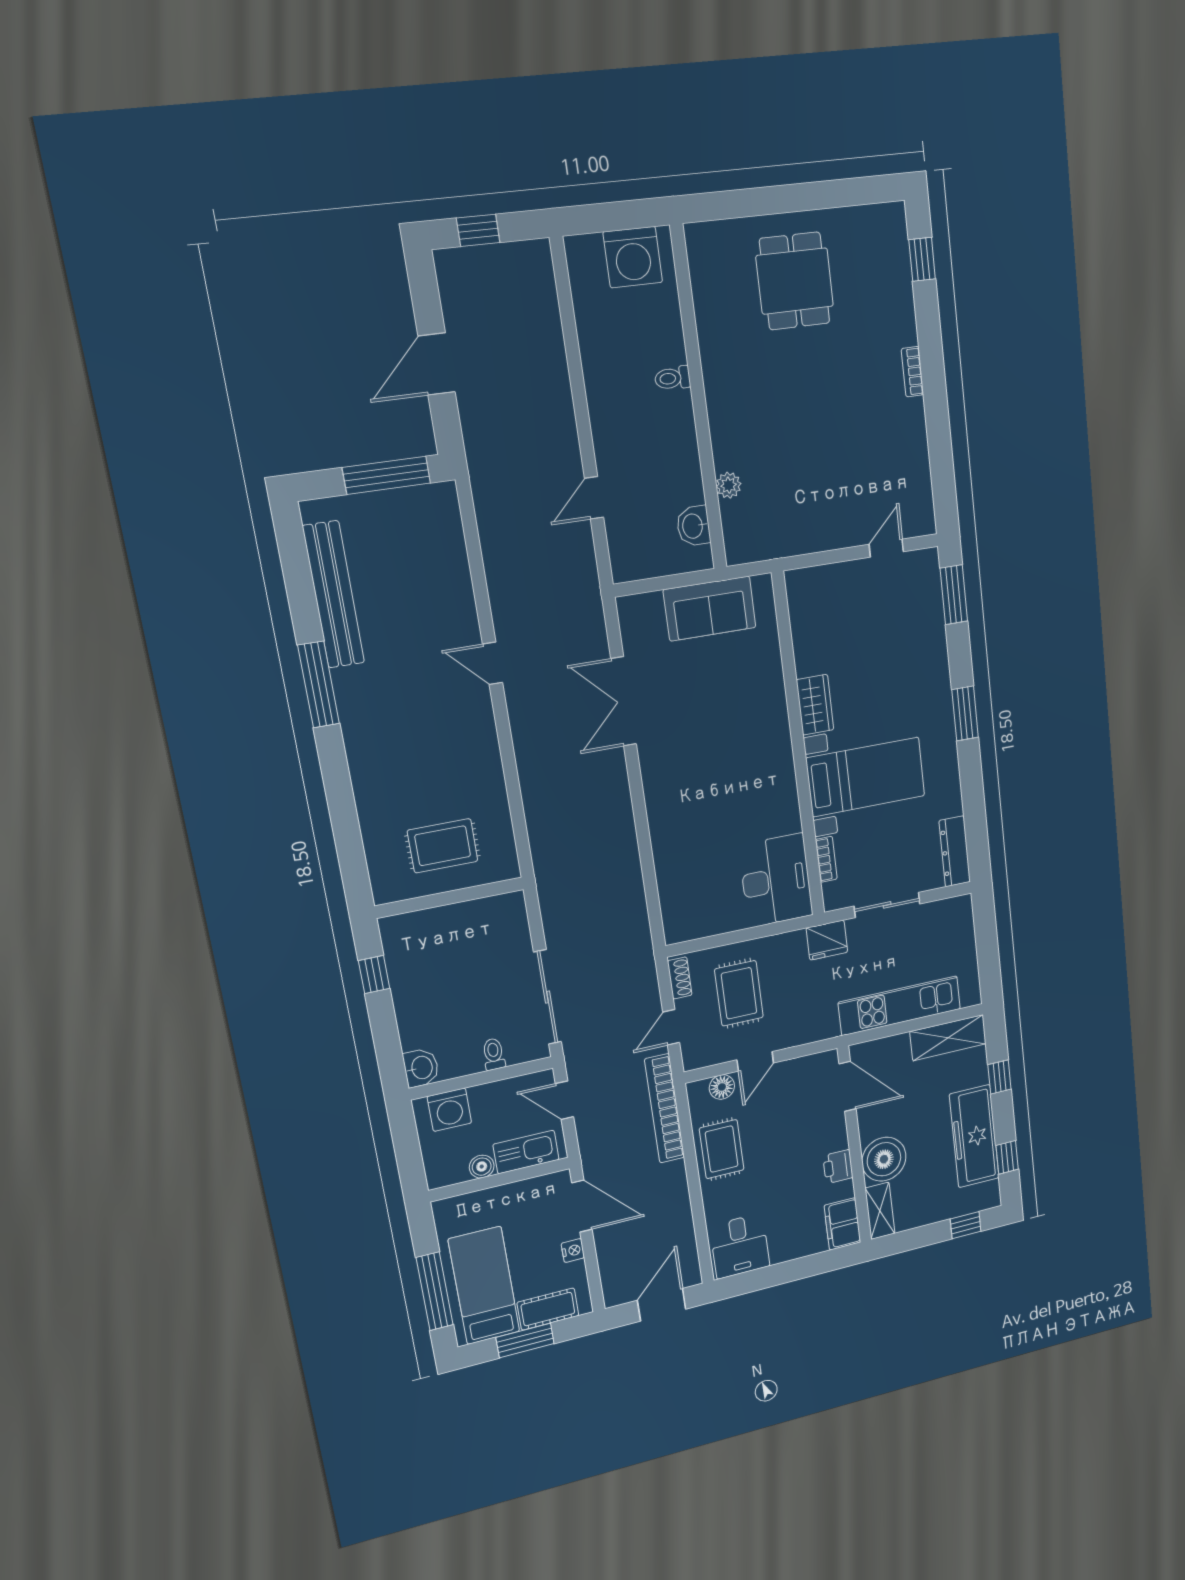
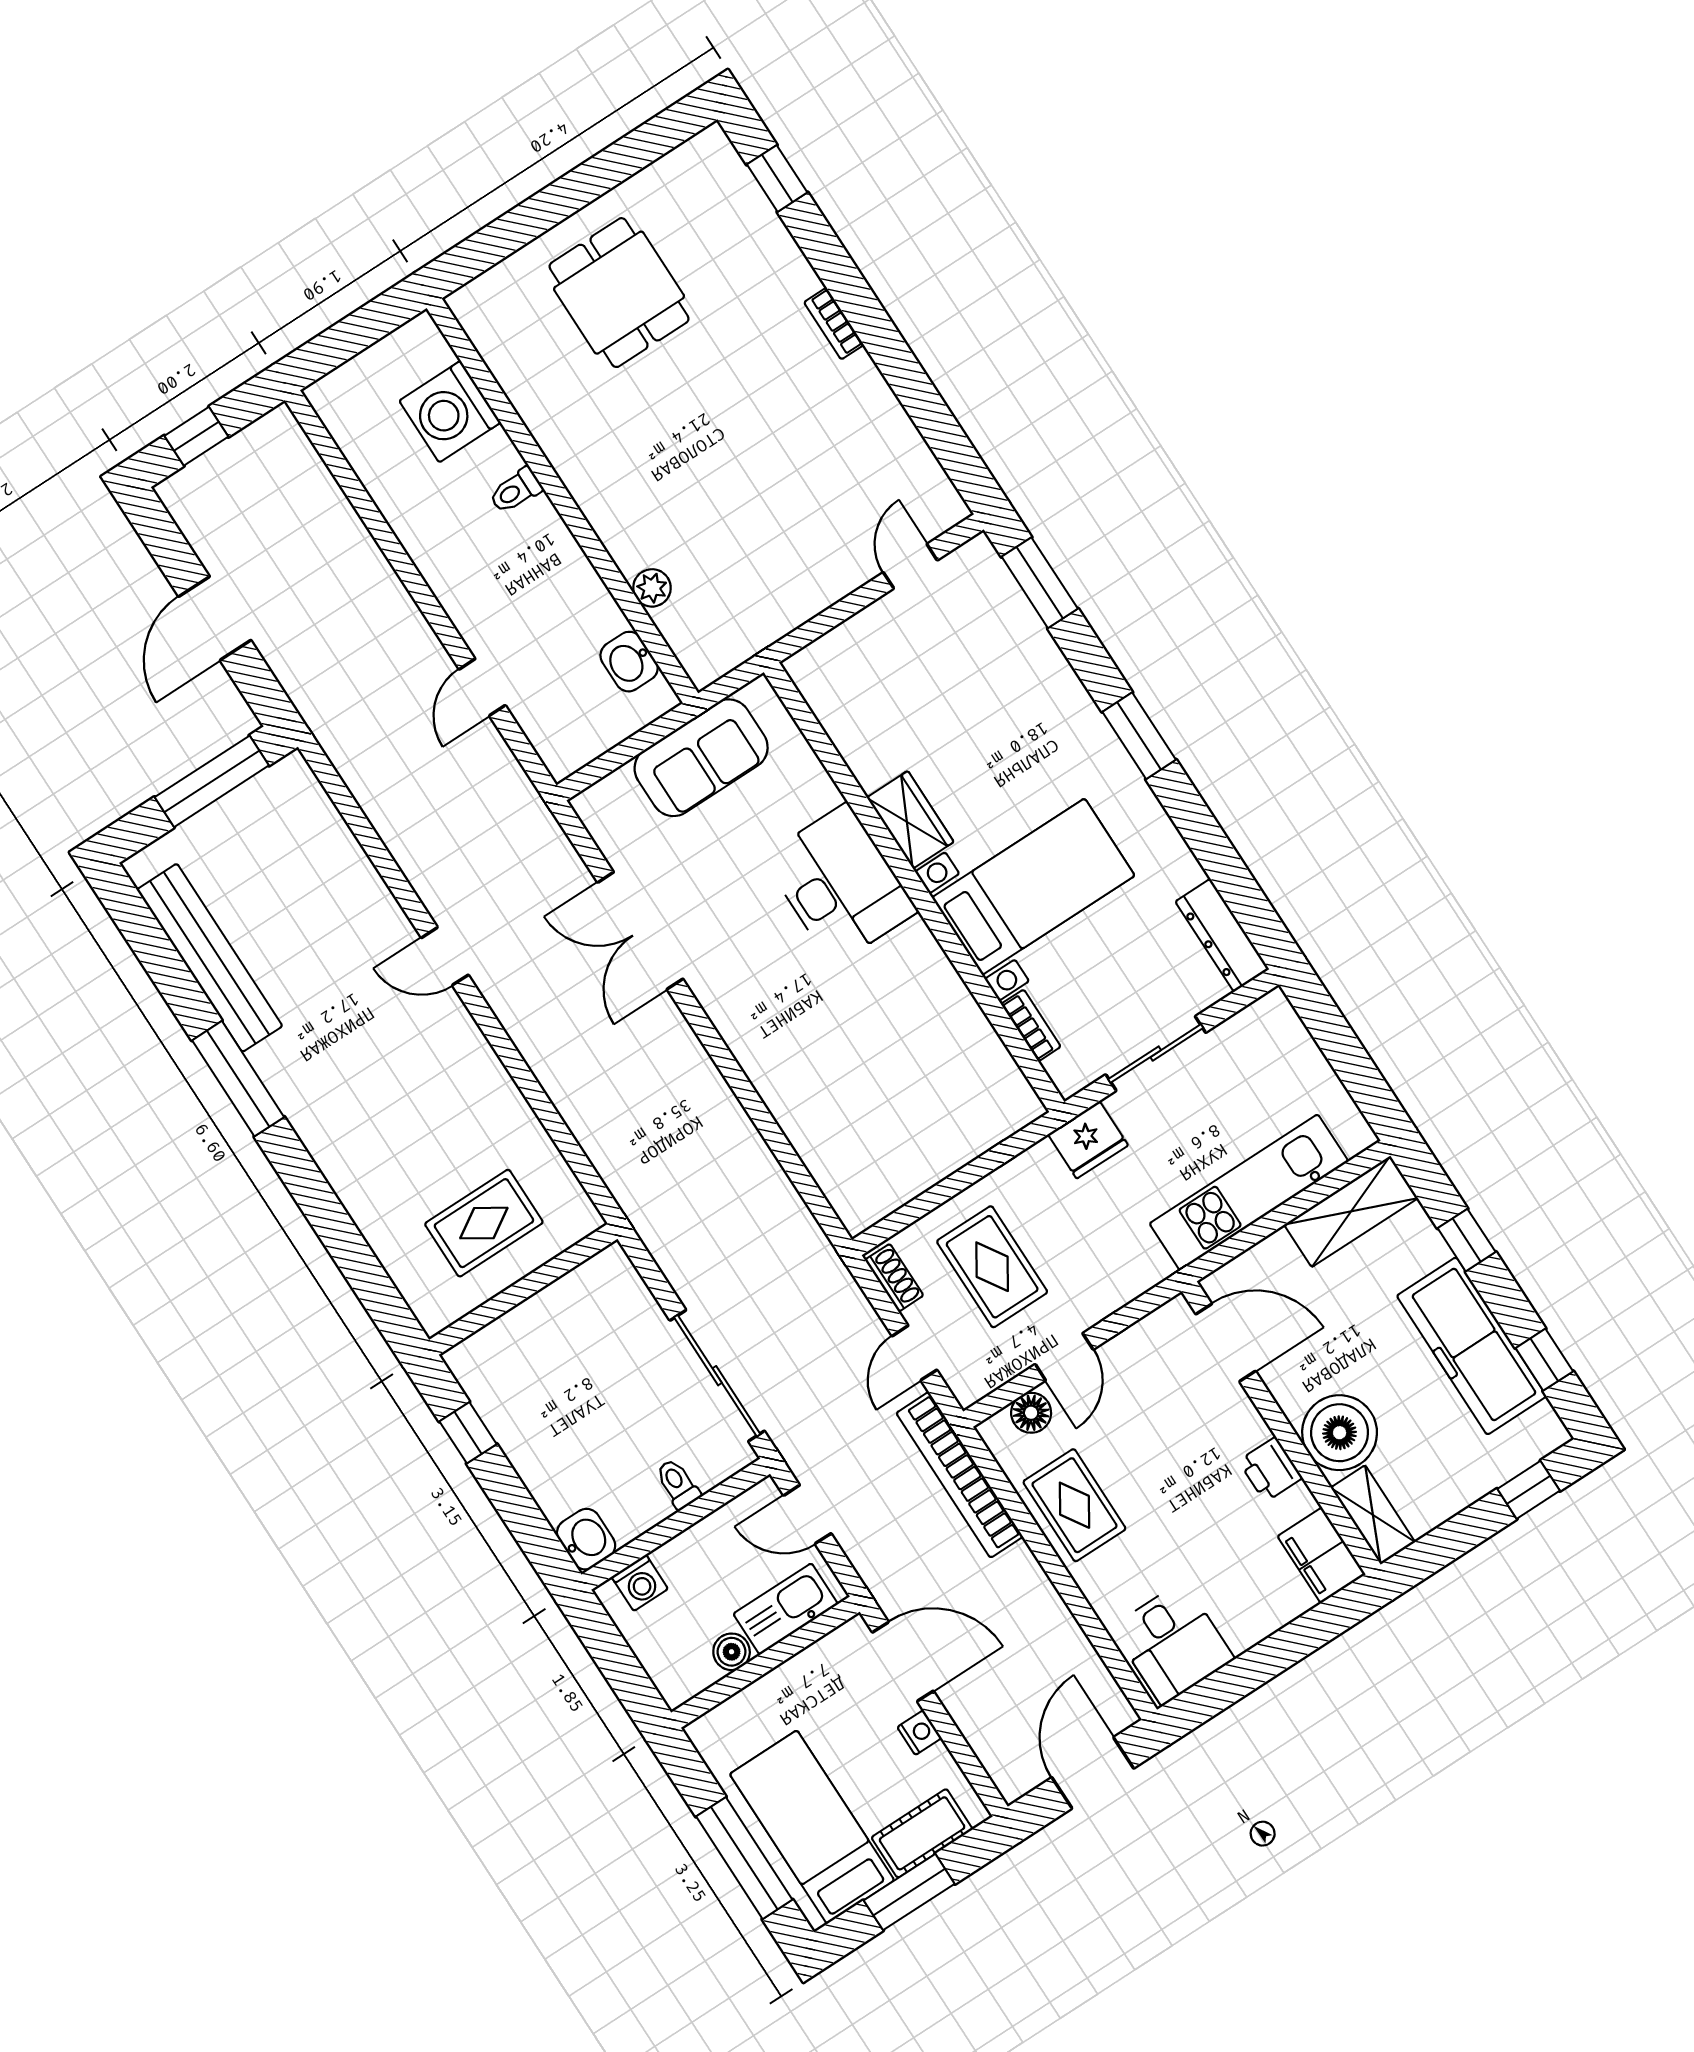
washing machine: (633, 257) -> (450, 412), moved, turned 90
desk: (776, 880) -> (840, 884), moved
washing machine: (449, 1110) -> (640, 1583), width x0.73, depth x0.73

